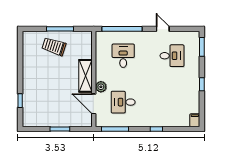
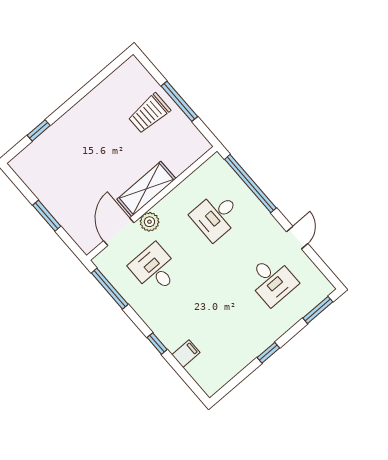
trolley: (54, 46) -> (149, 113), turned -108
desk: (123, 56) -> (216, 216), turned 180
filing cabinet: (195, 120) -> (186, 354), moved

